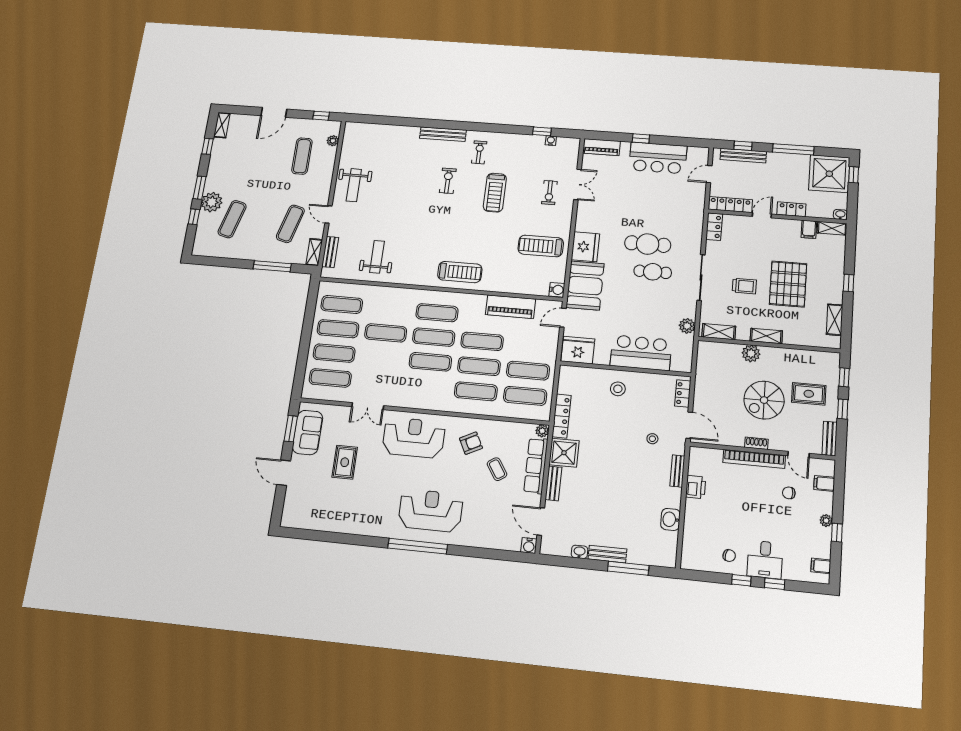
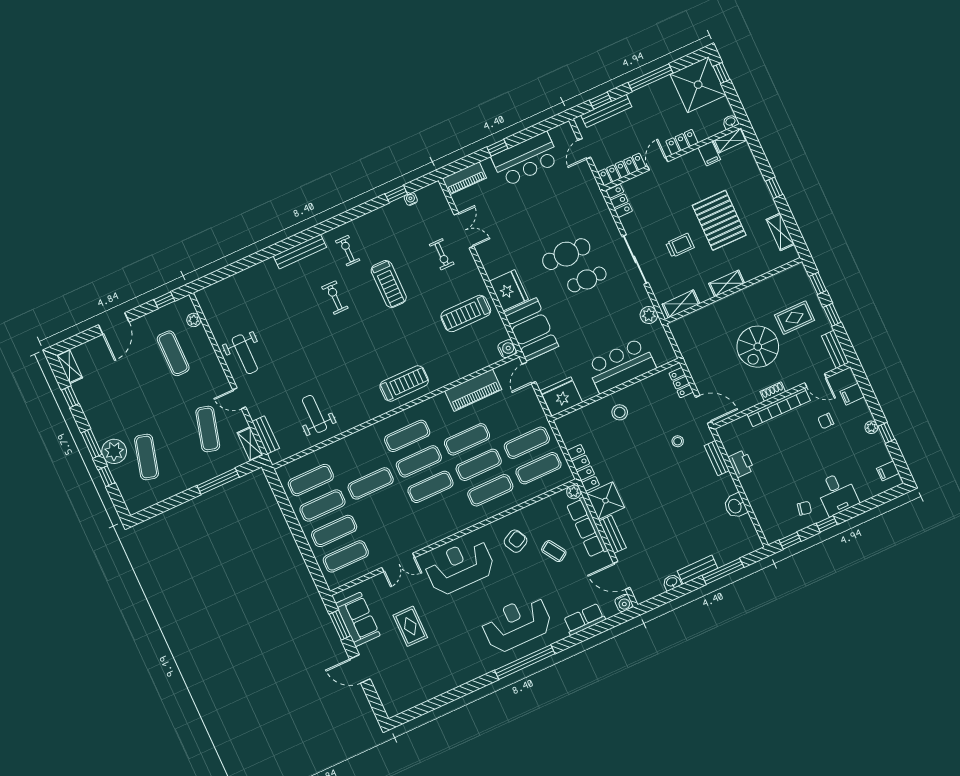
plant: (751, 353) -> (722, 308), removed
row of seats: (488, 540) -> (584, 619), added
window: (775, 584) -> (790, 541), moved

